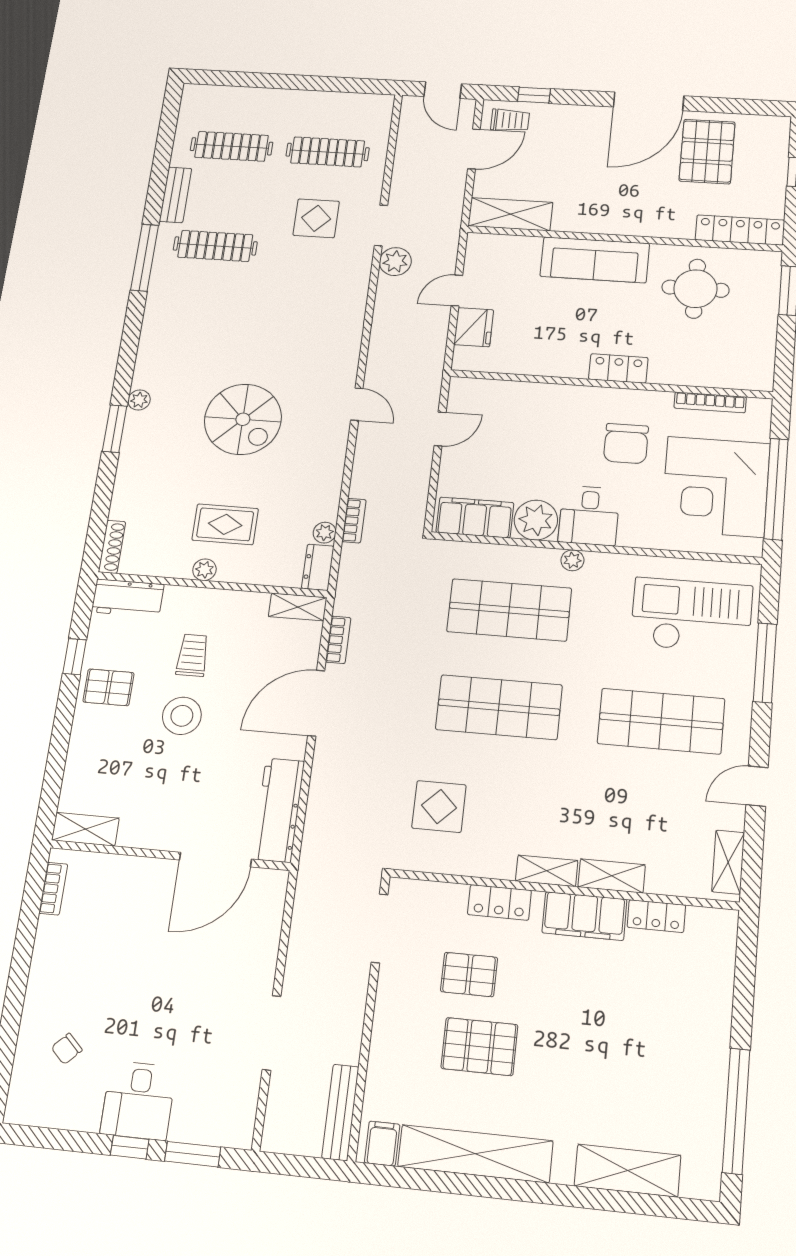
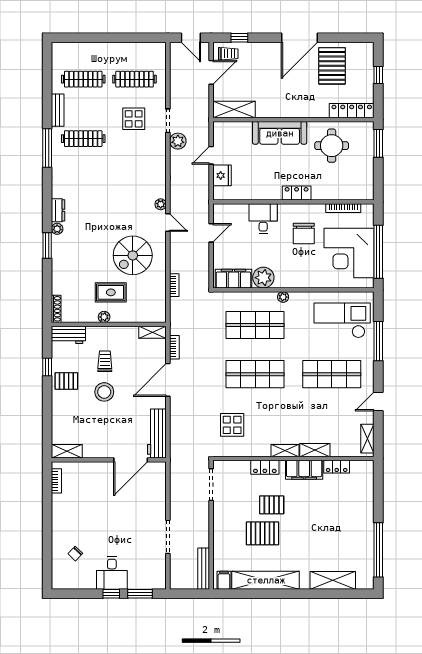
spiral stairs: (243, 419) -> (133, 255), moved, turned 90
desk: (589, 516) -> (263, 219), moved, turned 180
plant: (325, 533) -> (161, 204), moved
dresser: (318, 567) -> (58, 210), moved, turned 180
pallet: (469, 974) -> (272, 505), moved

